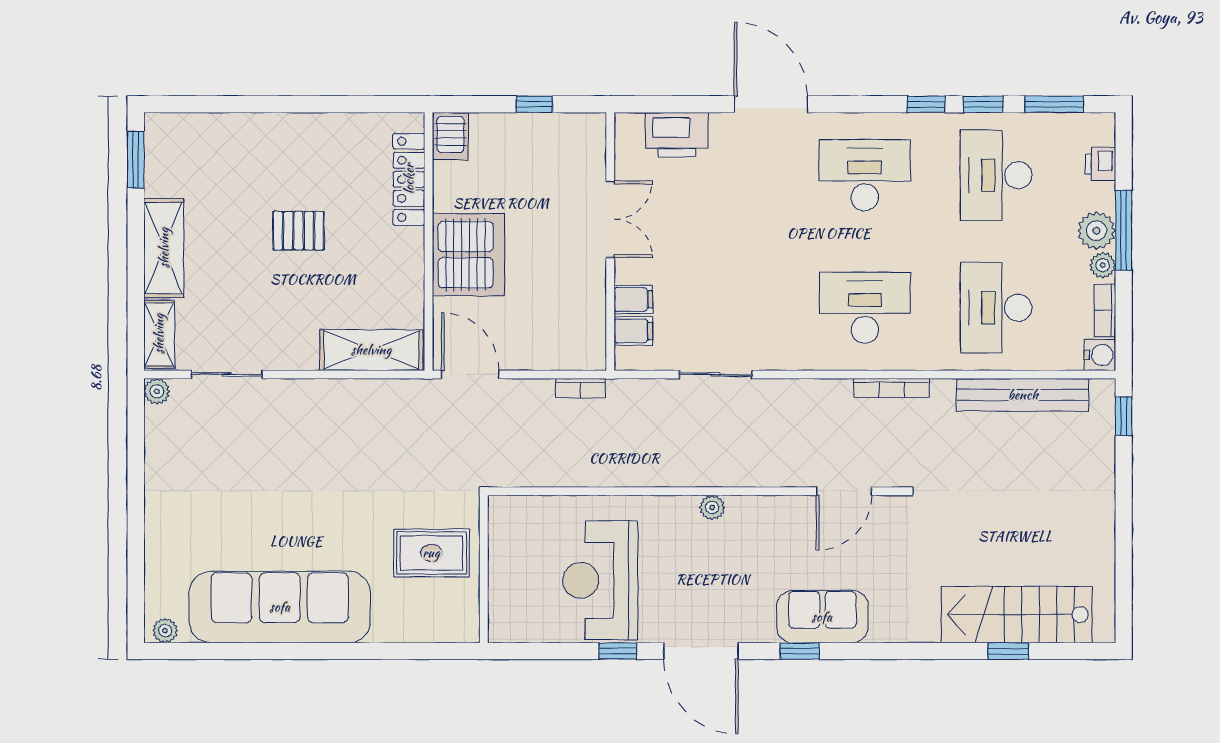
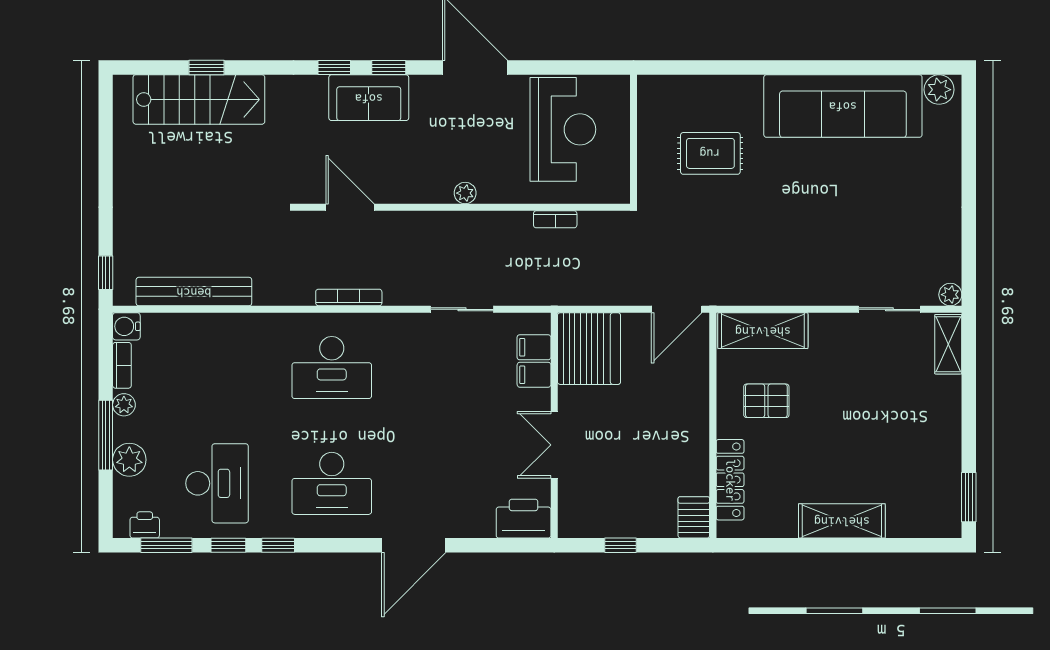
door: (771, 104) -> (414, 545), hinge flipped
printer: (677, 135) -> (524, 519), moved
printer: (1100, 164) -> (145, 525), moved, turned -90
pallet: (299, 231) -> (766, 401), moved
plant: (1097, 231) -> (129, 460), moved
shelving: (164, 248) -> (842, 521), moved, turned 90
server rack: (468, 255) -> (589, 349), moved, turned 180
desk: (996, 308) -> (217, 368), removed
door: (470, 374) -> (677, 309), hinge flipped
bookcase: (580, 388) -> (555, 219), moved, turned 180
bookcase: (892, 388) -> (349, 297), moved
door: (844, 491) -> (350, 207), hinge flipped
wall: (484, 569) -> (634, 139), moved
plant: (165, 631) -> (939, 90), width x1.38, depth x1.38
window: (618, 651) -> (334, 68), moved

